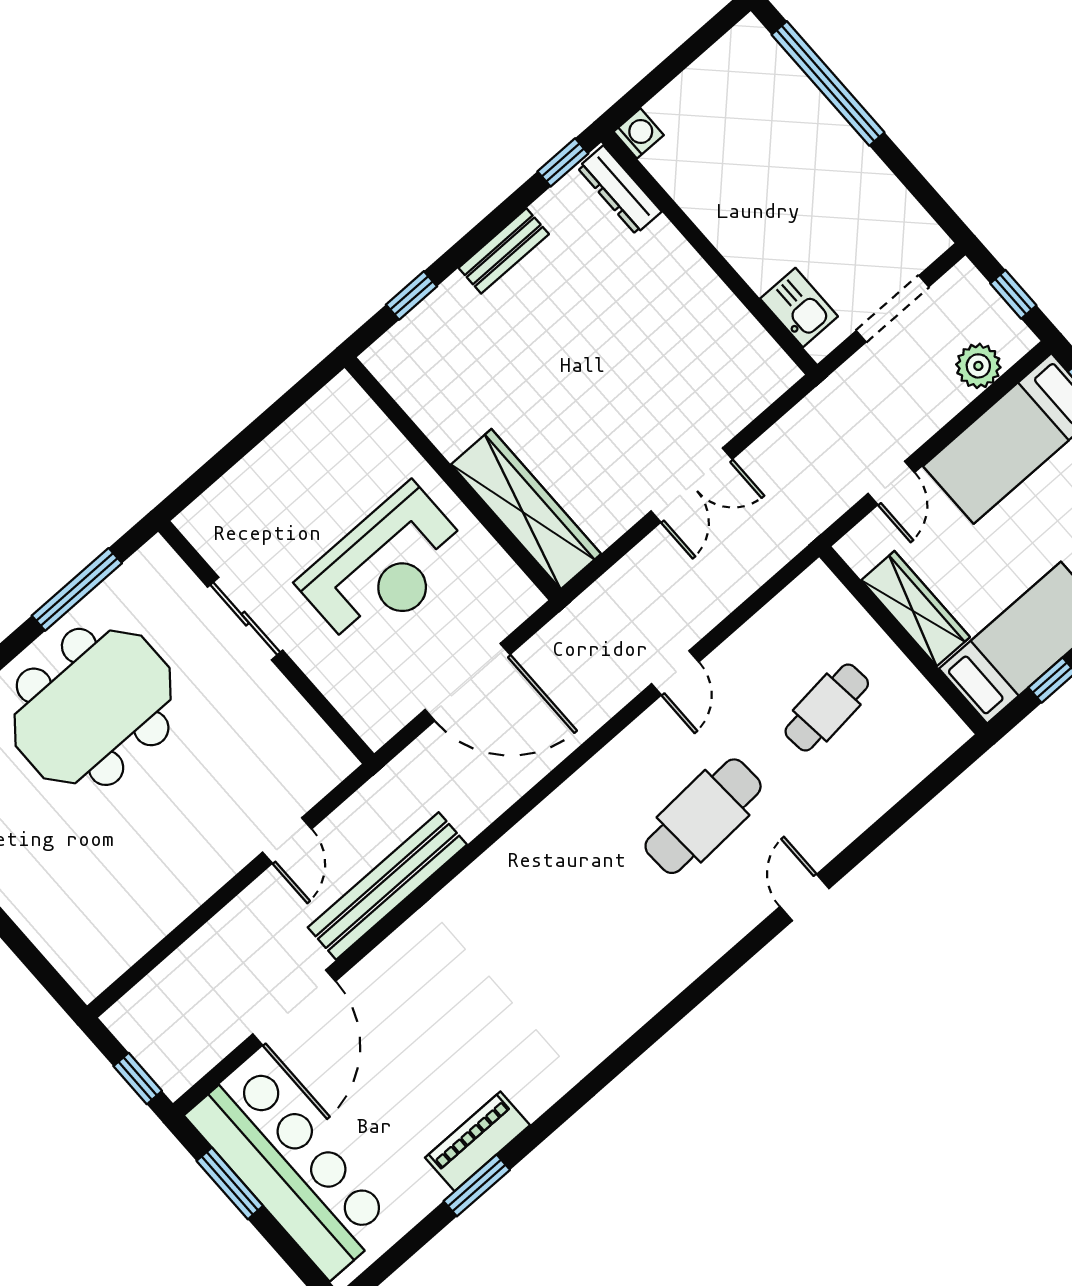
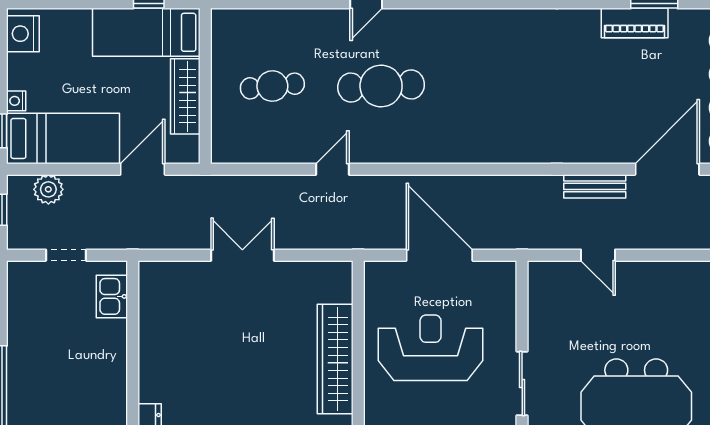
doorway: (893, 309) -> (66, 255), width x0.73
door: (891, 483) -> (143, 169), width x1.38
wardrobe: (526, 509) -> (335, 359), moved
door: (287, 841) -> (598, 255), swing flipped
bench: (387, 886) -> (595, 186), width x0.54, depth x0.82

